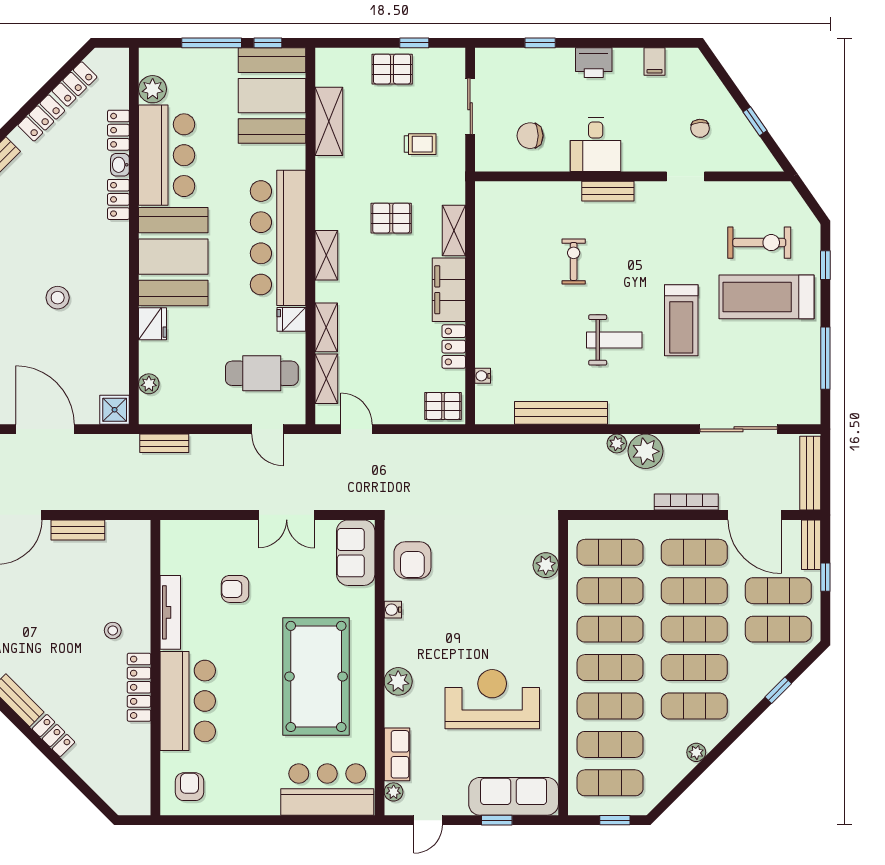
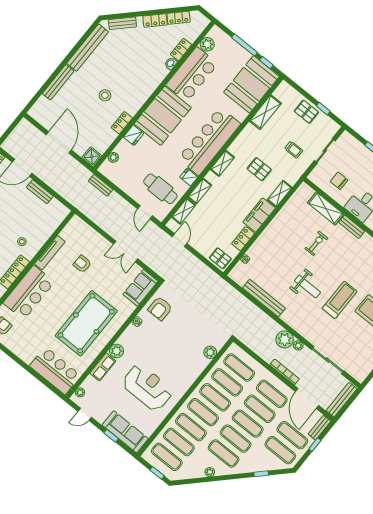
shelving: (544, 195) -> (326, 209), added
locker: (118, 199) -> (122, 123), moved
treadmill: (681, 320) -> (340, 300), turned 180
plant: (617, 443) -> (298, 345), moved
row of seats: (397, 754) -> (103, 367), moved

